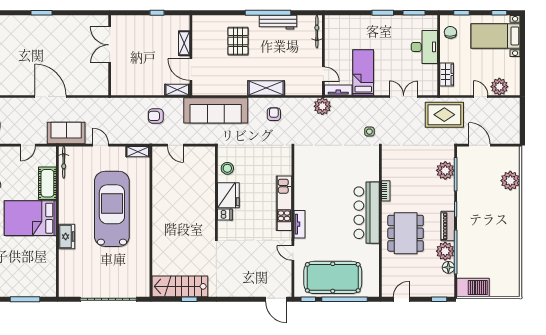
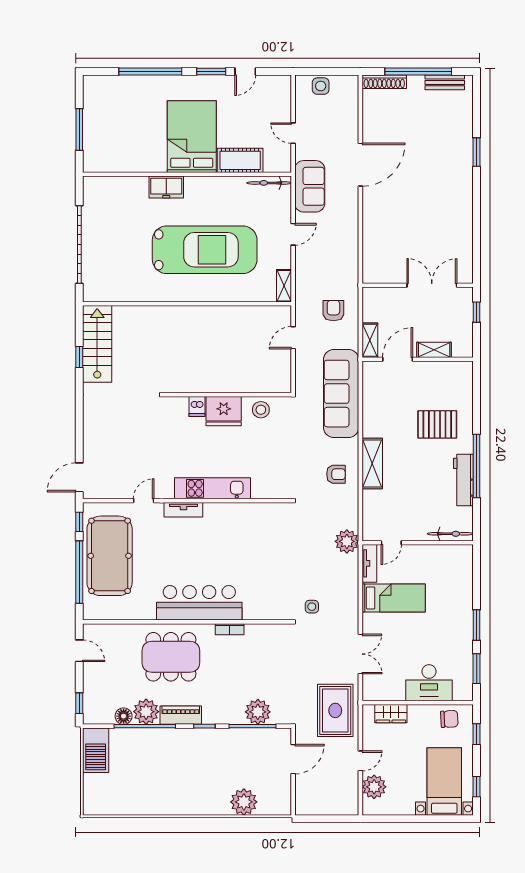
double door: (110, 45) -> (432, 285), moved
wall: (110, 55) -> (418, 285), moved

